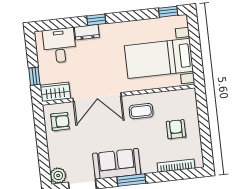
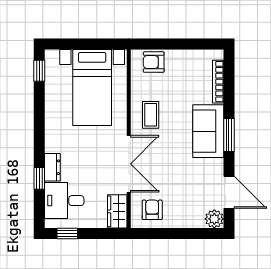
window: (96, 20) -> (39, 178), moved
window: (34, 76) -> (67, 234), moved
armchair: (176, 129) -> (154, 62), moved
sofa: (117, 164) -> (208, 131), moved

